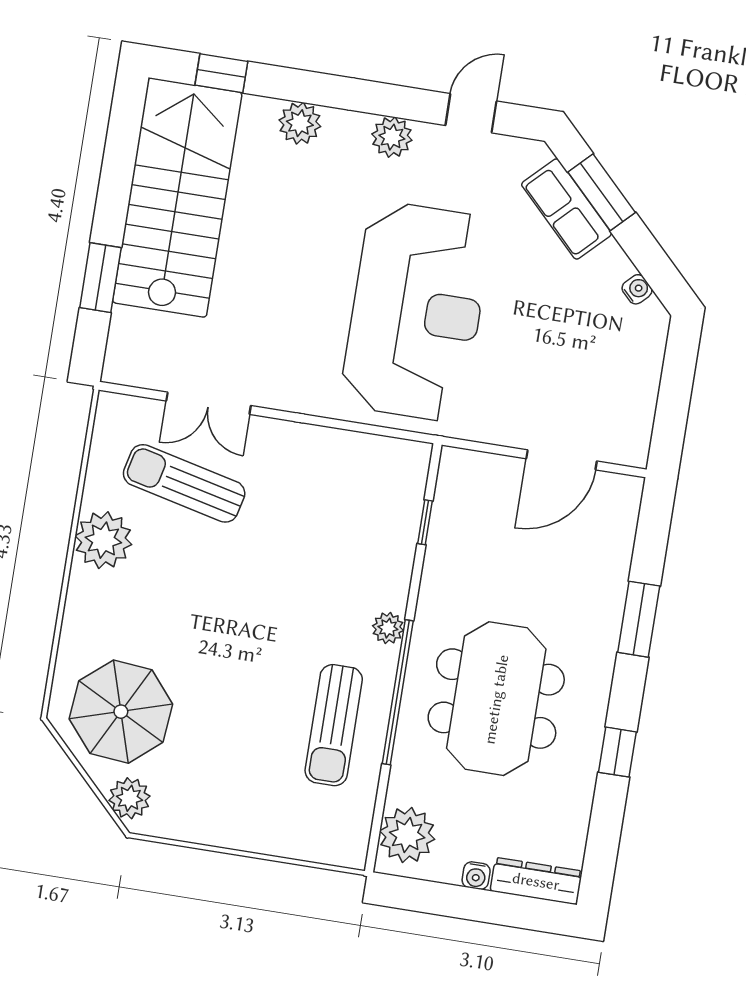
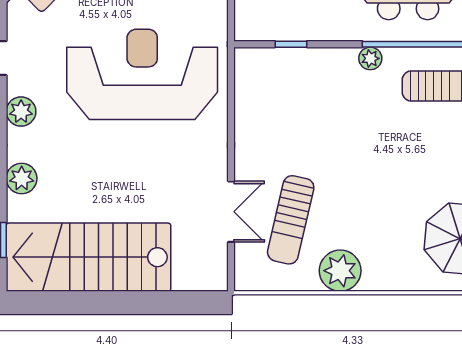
window: (100, 278) -> (154, 303), removed

